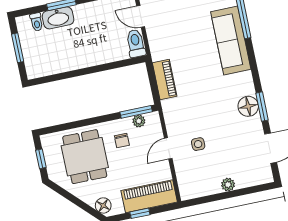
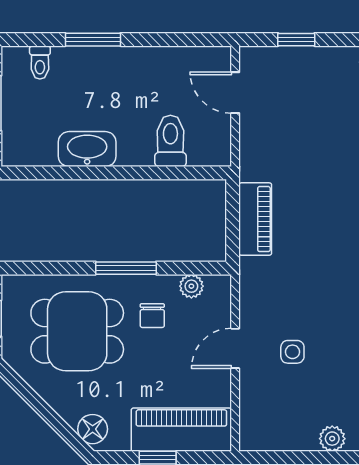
washbasin: (58, 18) -> (87, 149), moved, turned 180
toilet: (136, 43) -> (170, 141), moved
window: (136, 112) -> (126, 268), moved
dining table: (85, 157) -> (77, 331), turned 90

